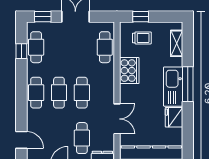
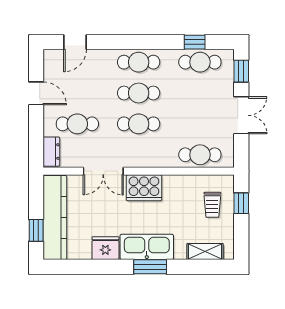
cooker: (129, 71) -> (144, 188), moved
window: (188, 84) -> (150, 267), width x0.69

